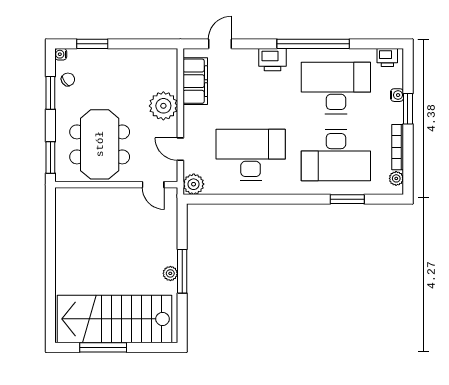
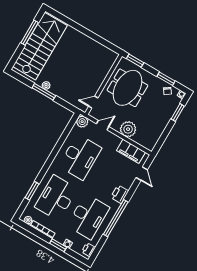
meeting table: (100, 144) -> (128, 88), turned 90

